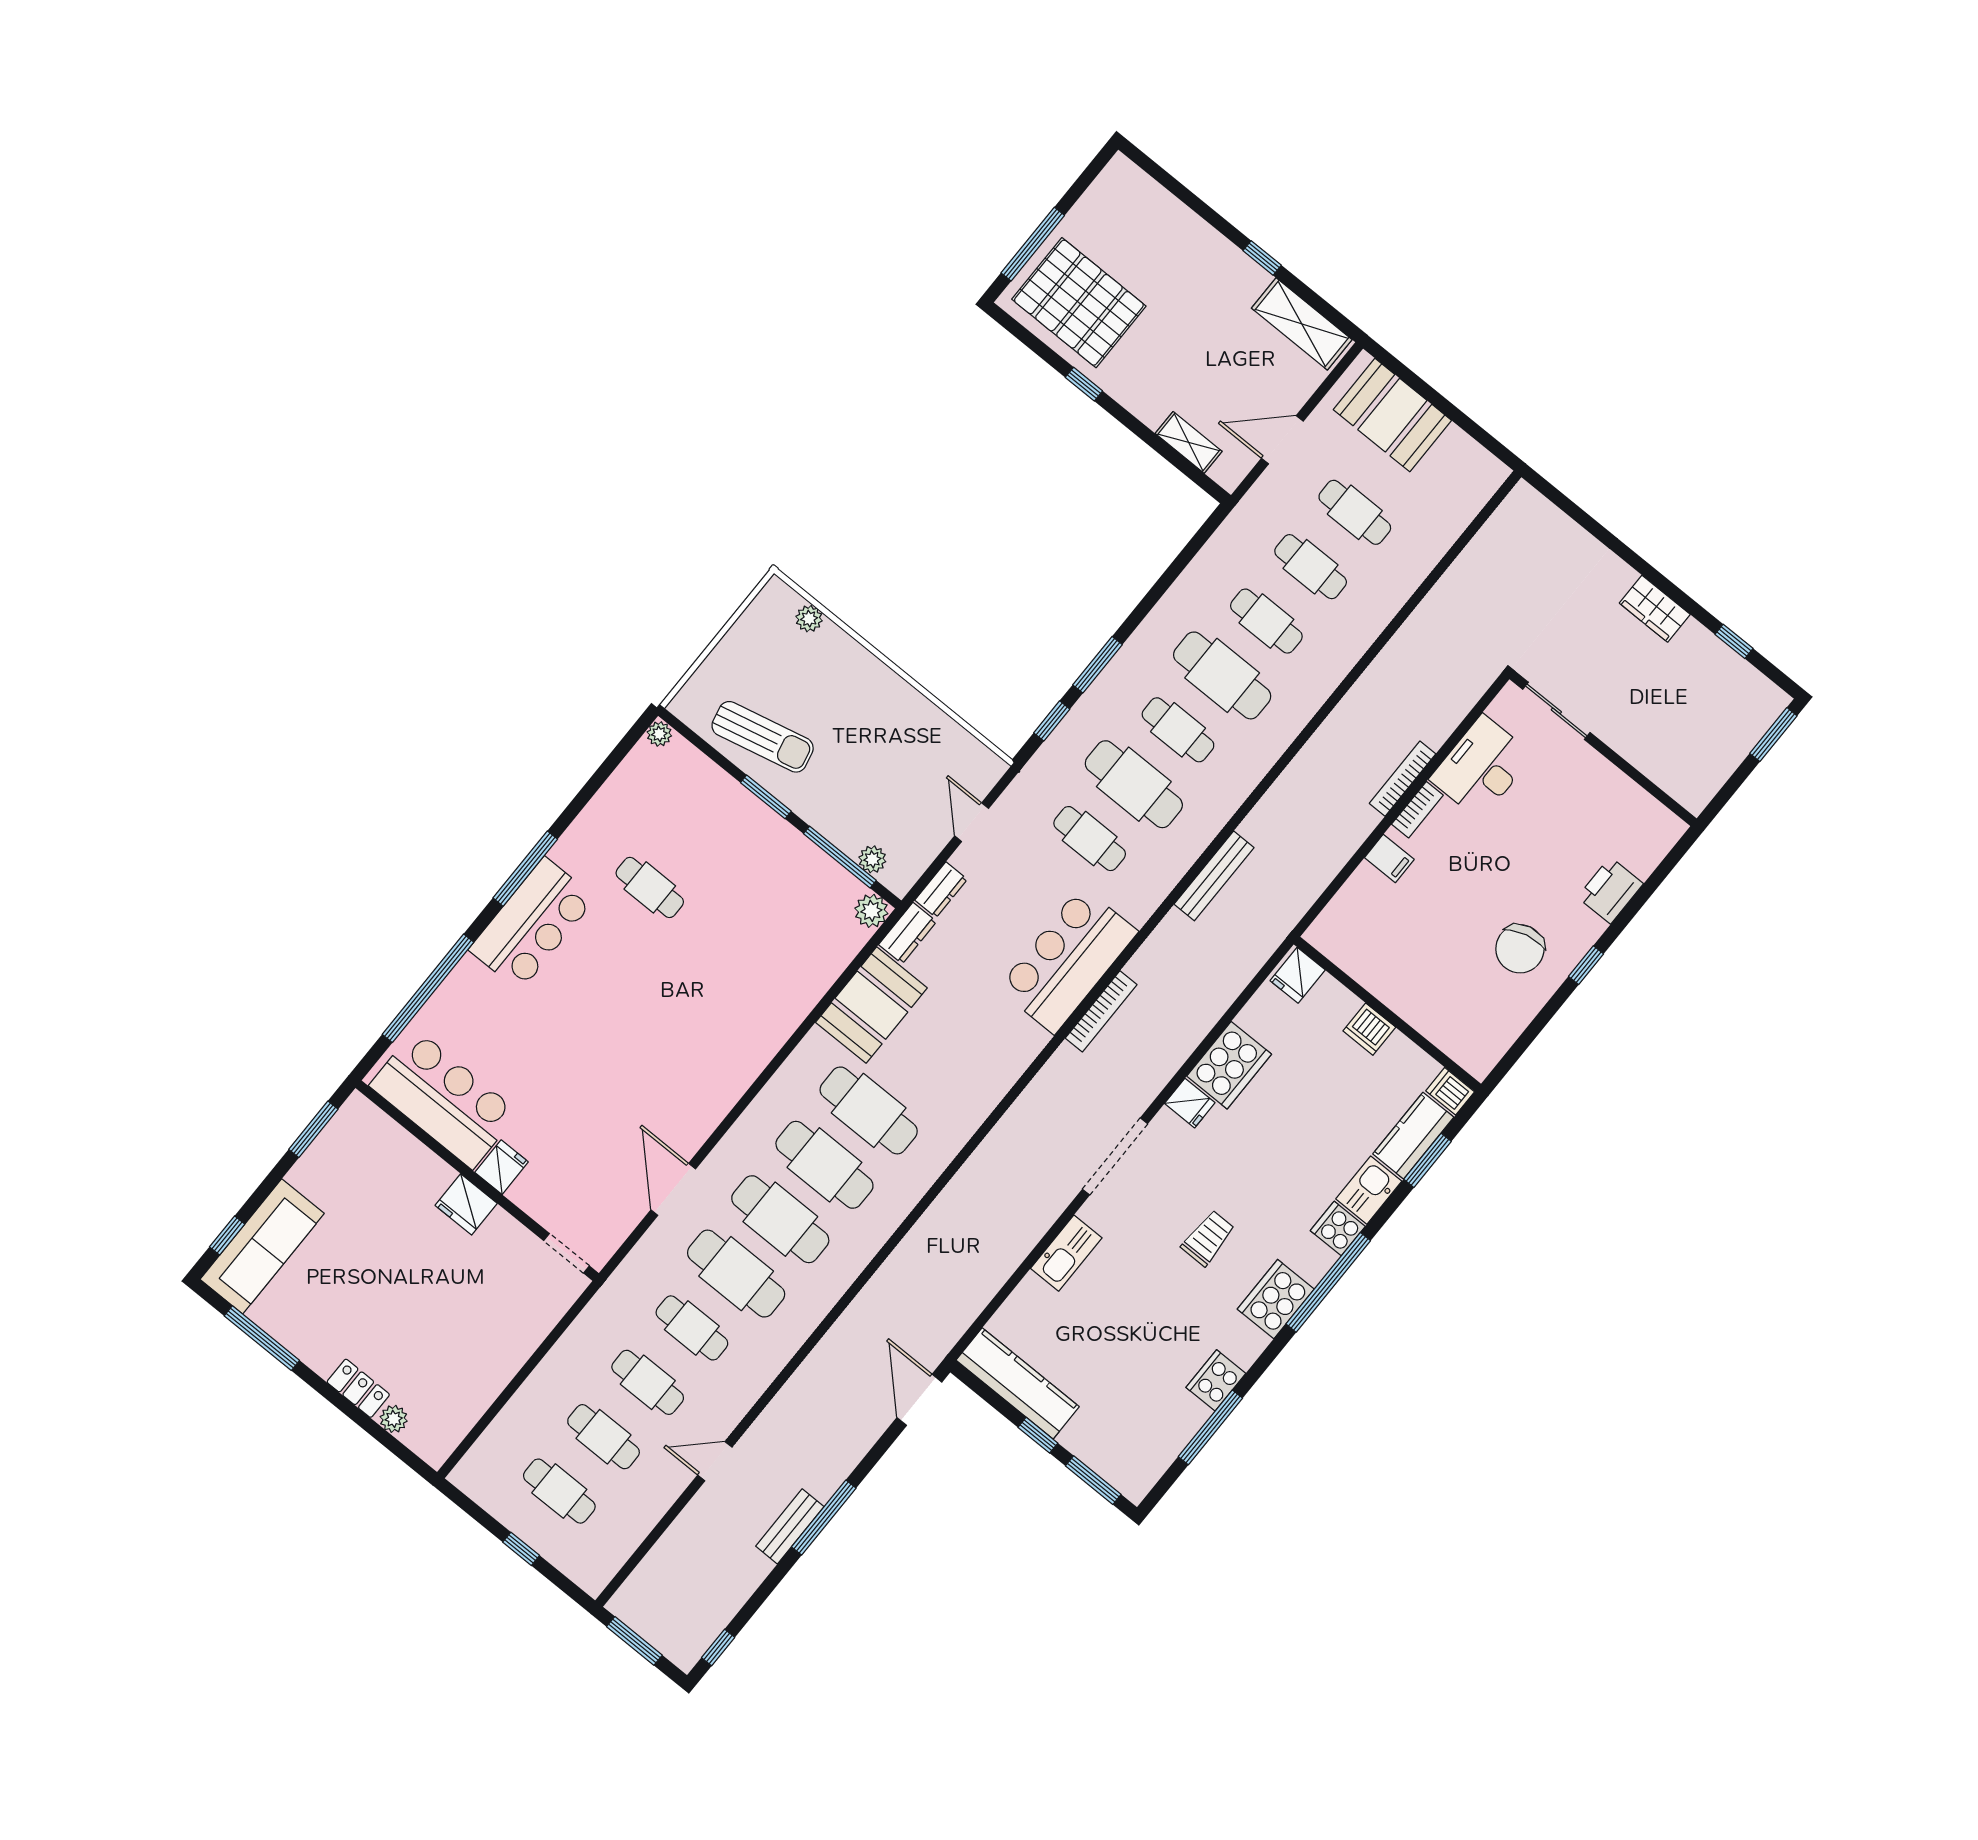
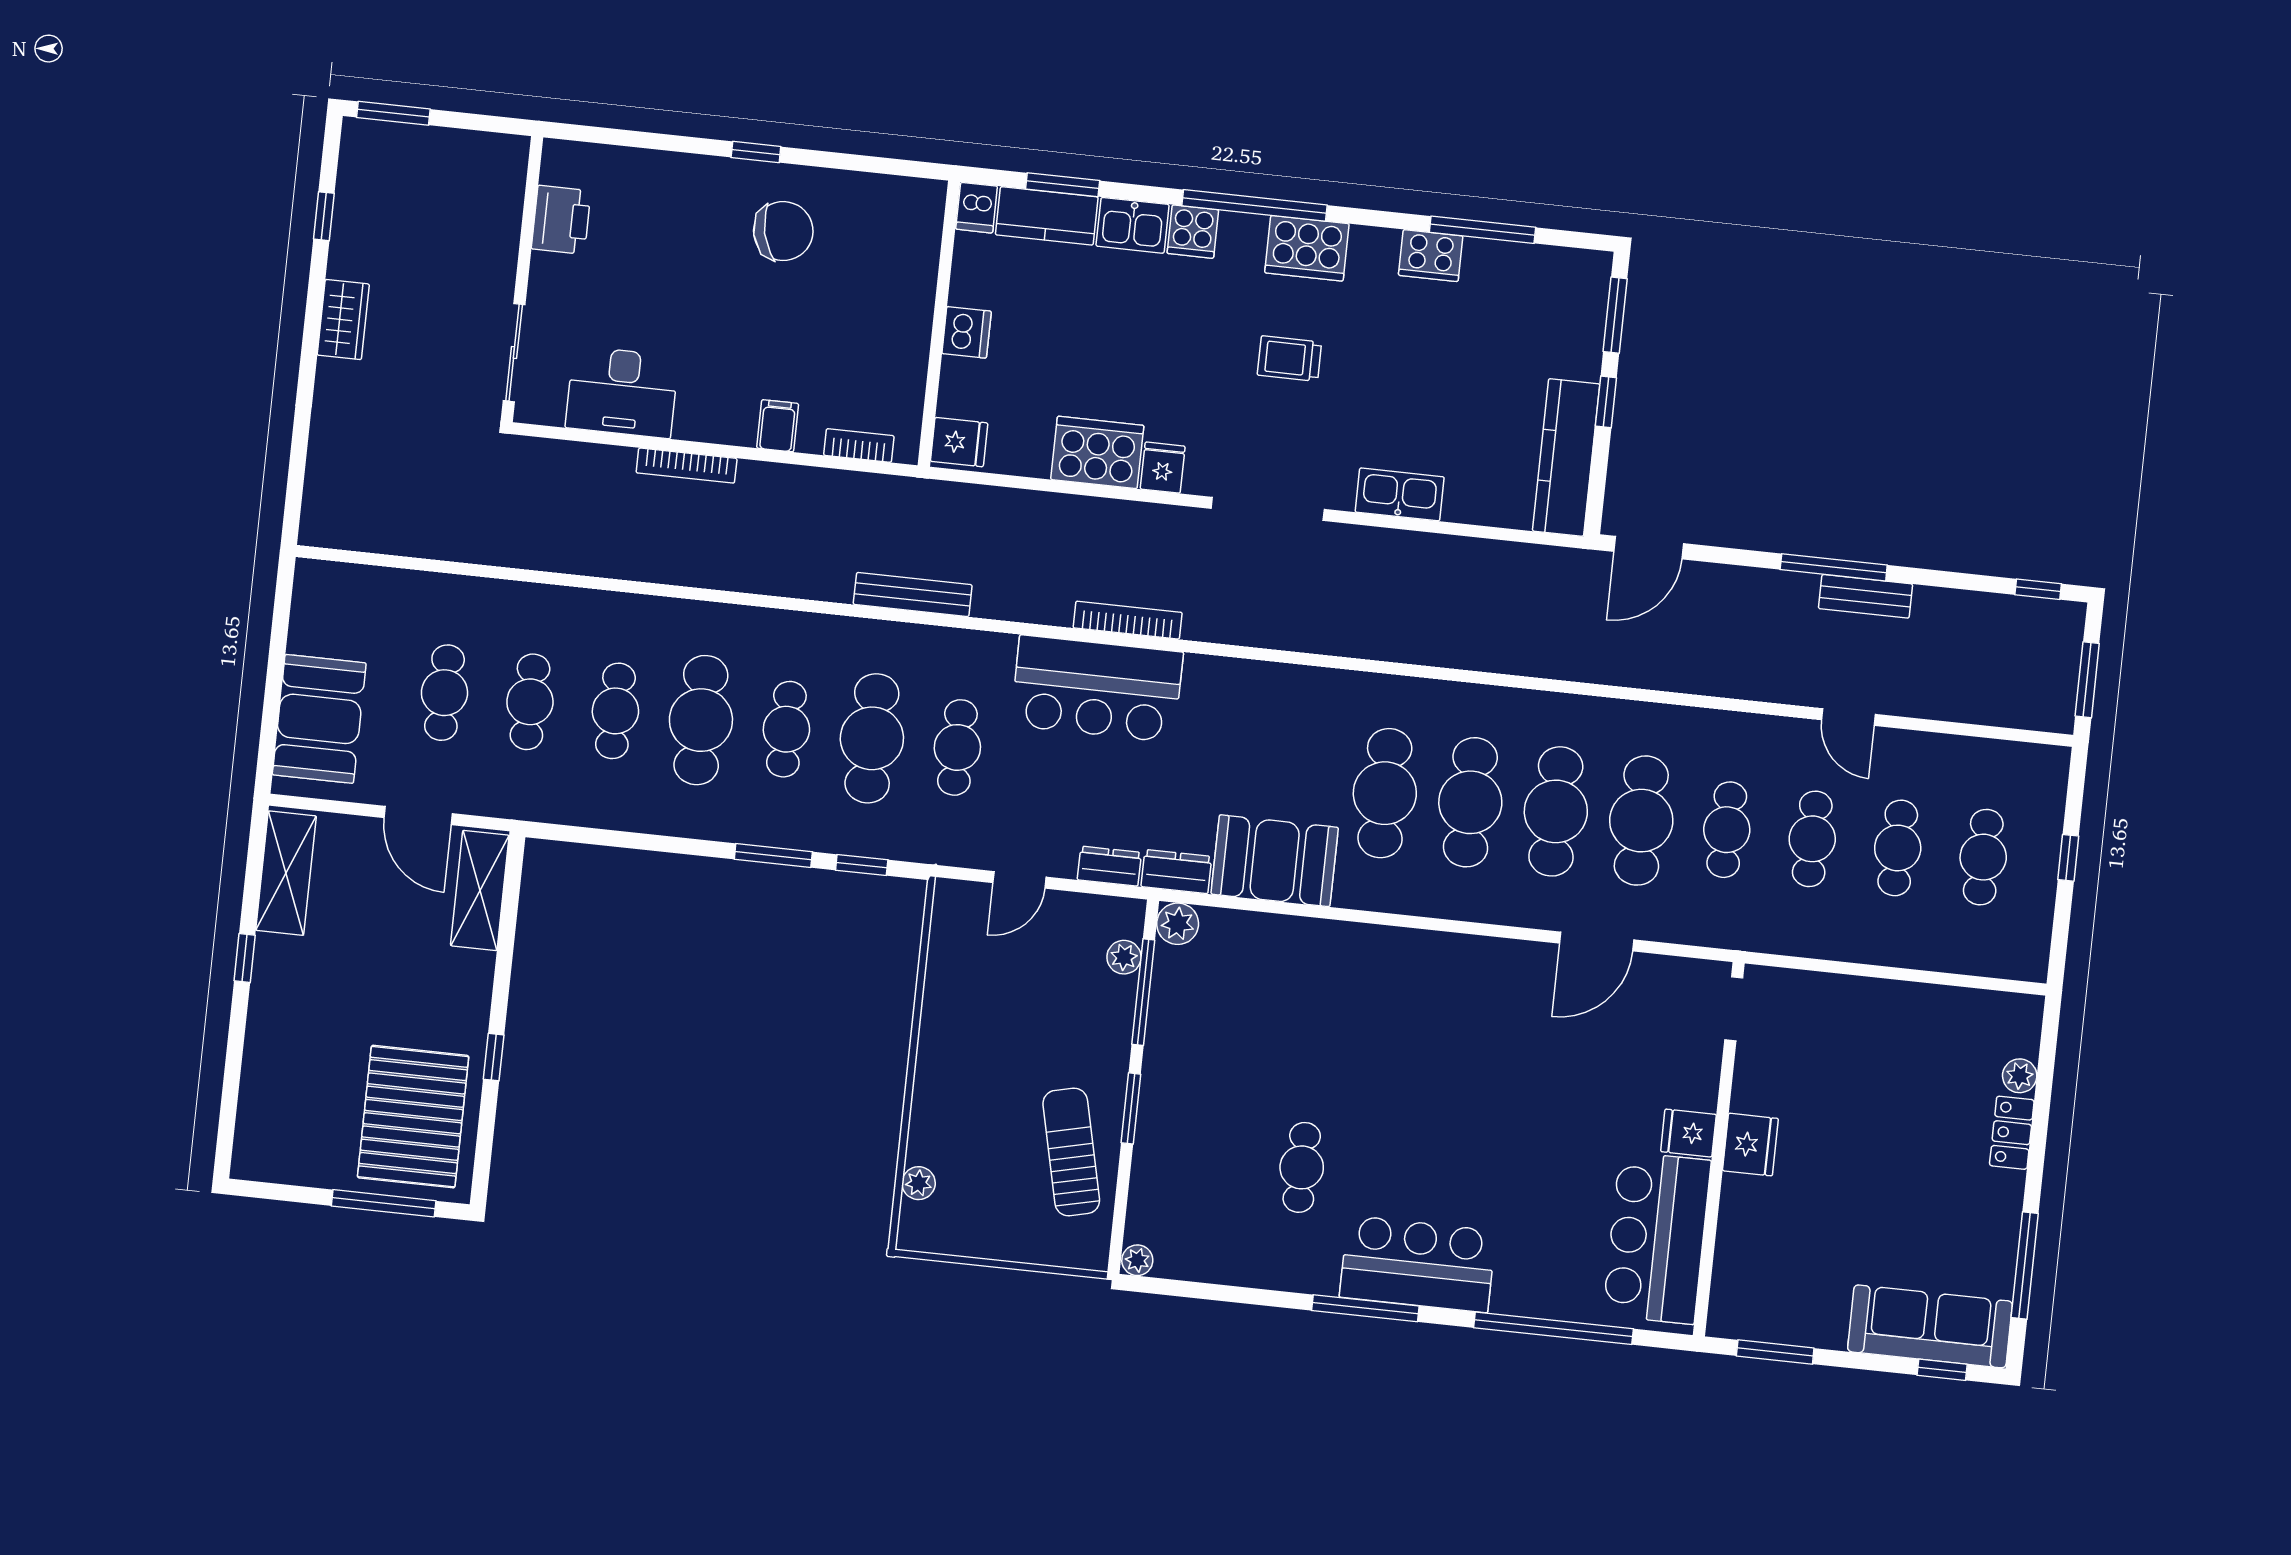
shelving: (1189, 442) -> (480, 890), width x1.50, depth x1.33
bookcase: (1417, 810) -> (859, 446), moved
printer: (1610, 890) -> (561, 220), moved, turned -90

